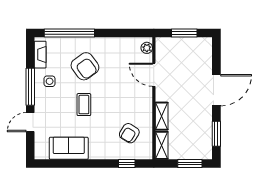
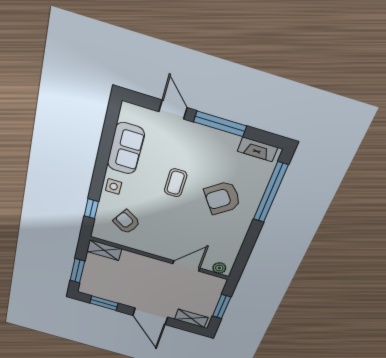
side table: (50, 81) -> (114, 186), moved
coffee table: (84, 105) -> (176, 183), turned 90
shelving: (162, 116) -> (191, 318), moved

